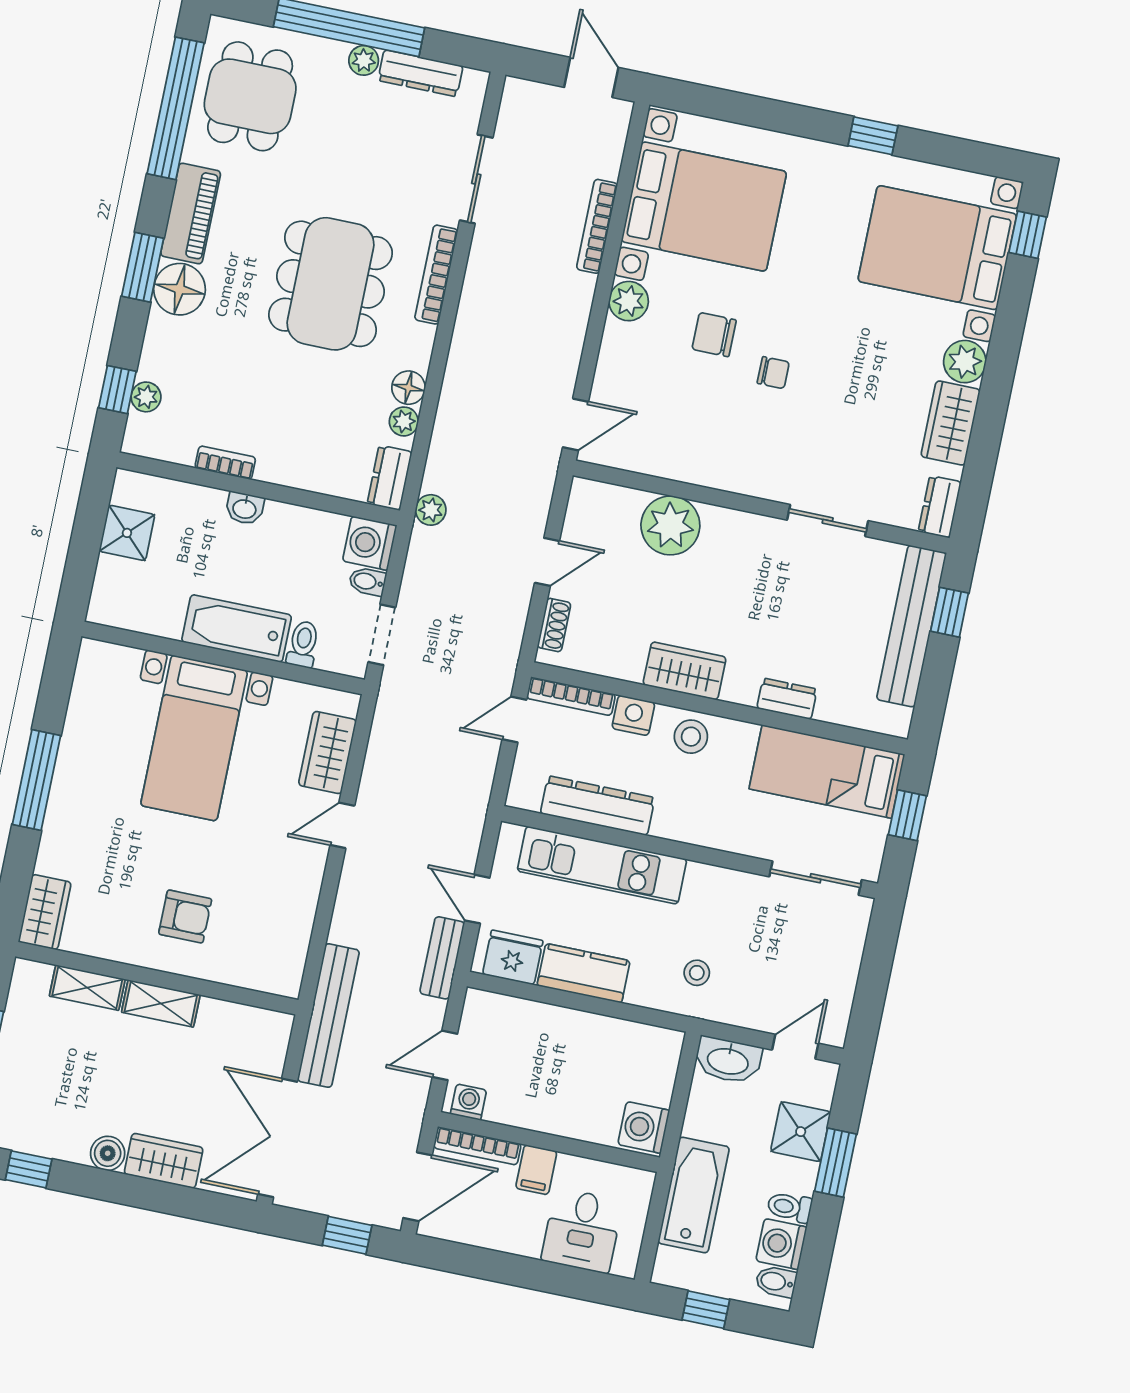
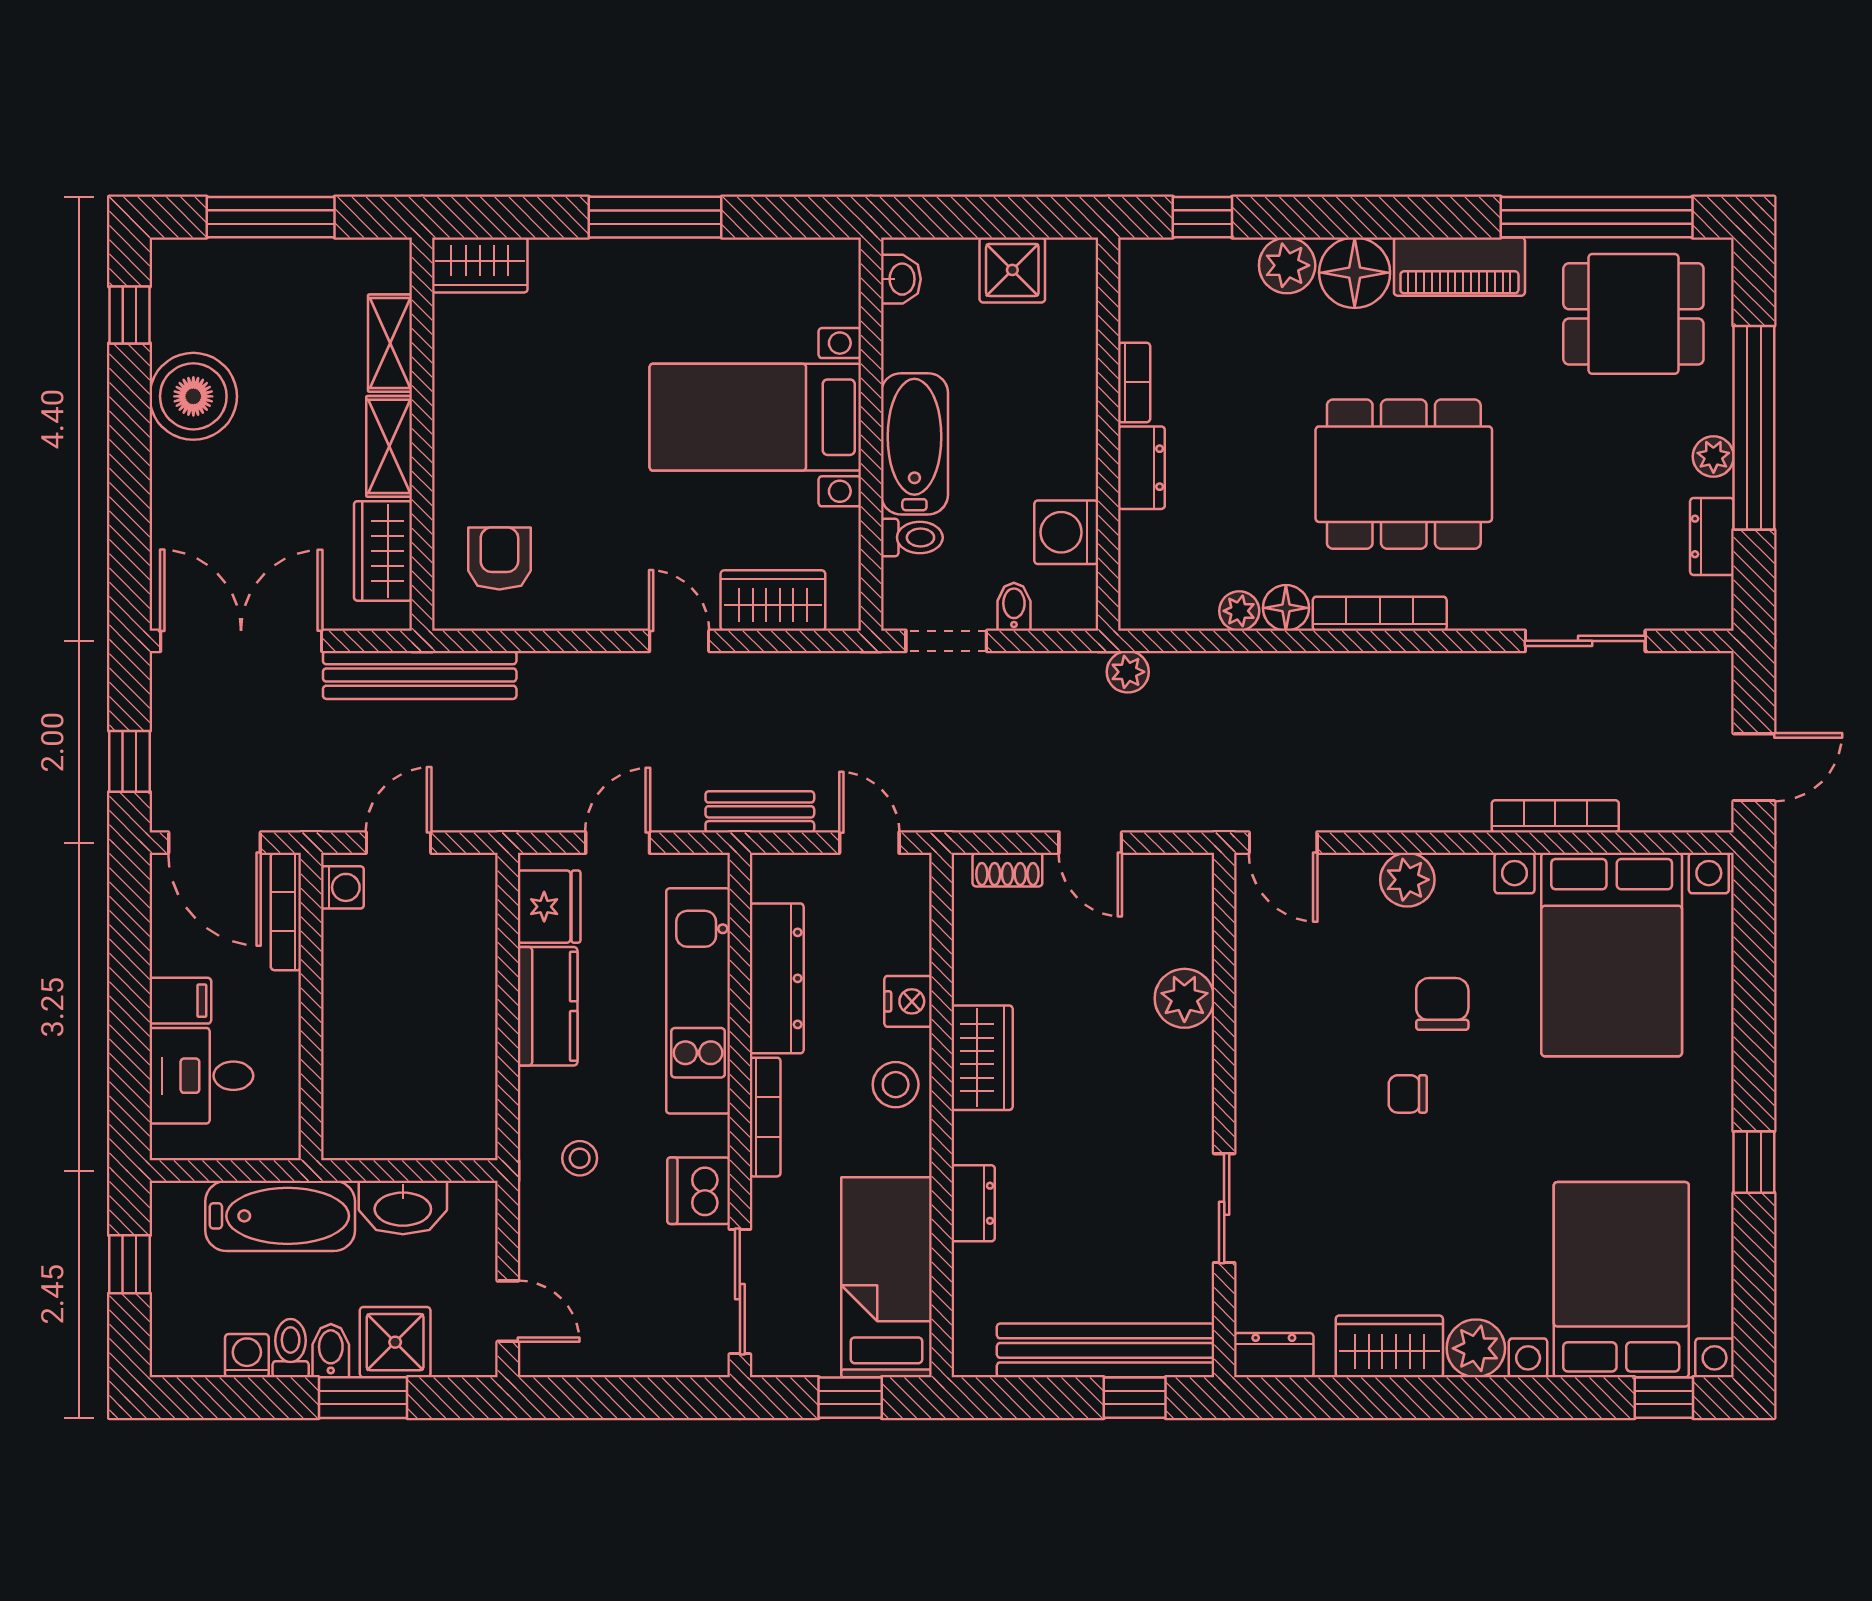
dresser: (420, 73) -> (1712, 536), width x0.70
window: (143, 267) -> (1374, 217), removed
bookcase: (436, 275) -> (1380, 614), moved
plant: (629, 301) -> (1407, 880), moved
chair: (773, 373) -> (1408, 1094), turned 90
plant: (146, 397) -> (1287, 265), moved, width x1.38, depth x1.38
dresser: (390, 478) -> (1141, 468), moved, turned 90
washbasin: (245, 508) -> (901, 279), moved, turned 180
plant: (670, 525) -> (1184, 998), width x0.73, depth x0.73
washing machine: (370, 543) -> (1066, 532), moved, turned -90
bookcase: (571, 696) -> (765, 1117), moved, turned 180
dishwasher: (737, 893) -> (699, 1191), added
armchair: (185, 917) -> (499, 558), moved, turned 180
bench: (442, 958) -> (760, 812), moved
door: (445, 1055) -> (399, 843), hinge flipped
washbasin: (728, 1060) -> (403, 1208), moved, turned -90
washing machine: (644, 1127) -> (357, 1130), removed
boiler: (108, 1153) -> (193, 396), width x1.86, depth x1.86
wardrobe: (164, 1161) -> (383, 551), moved, turned 180
filing cabinet: (536, 1170) -> (180, 1001), moved, turned 180
washing machine: (781, 1244) -> (247, 1356), width x0.73, depth x0.73
bidet: (776, 1282) -> (331, 1351), moved

